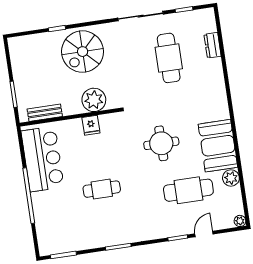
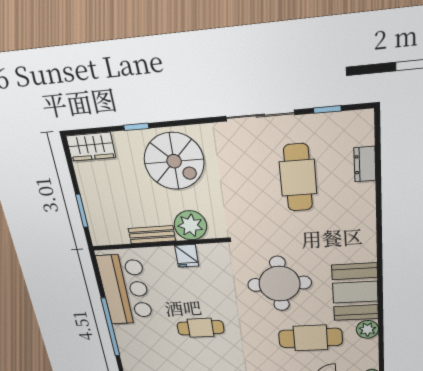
wardrobe: (24, 45) -> (91, 147), added
spiral stairs: (83, 52) -> (174, 161), turned -90
bench: (45, 113) -> (152, 235), moved
round table: (161, 143) -> (280, 284), width x1.36, depth x1.36

